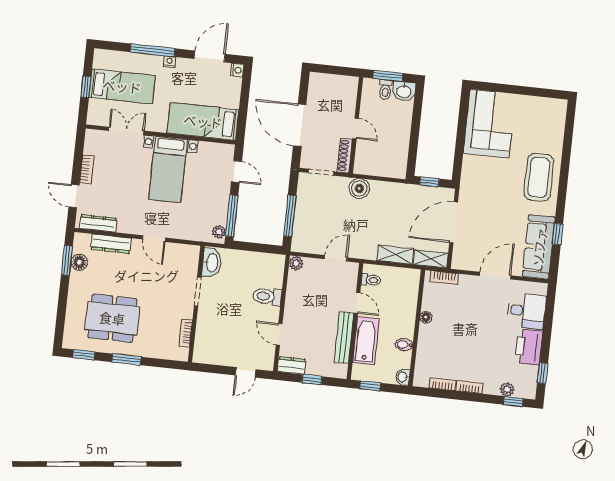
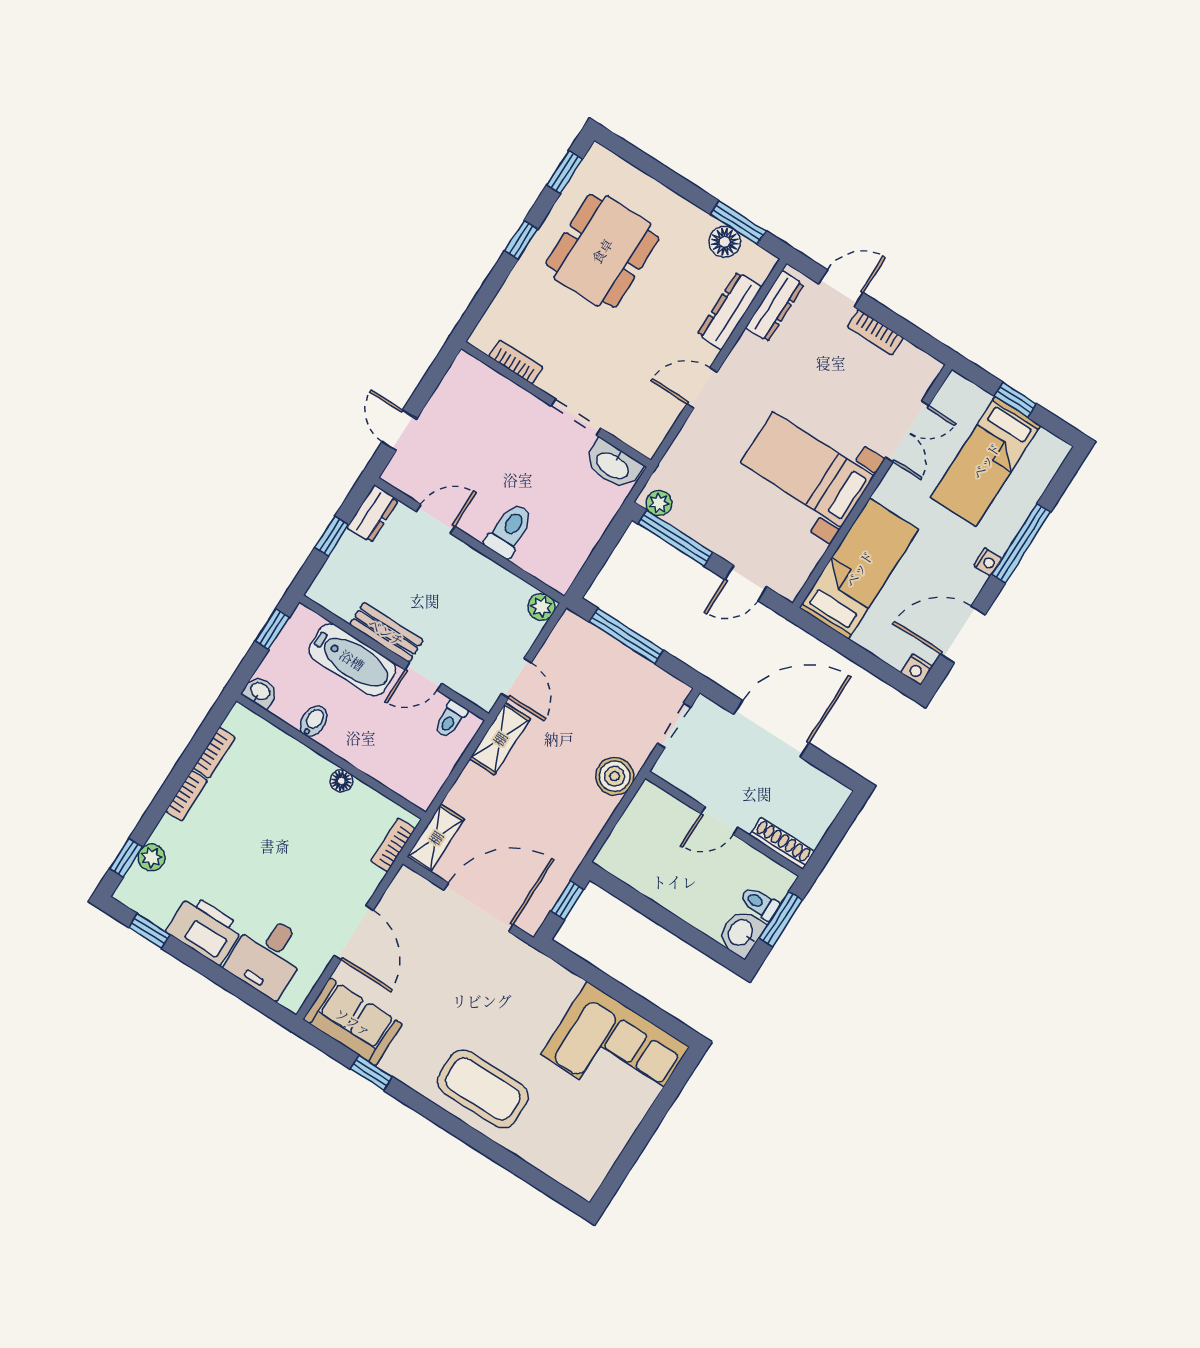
door: (210, 56) -> (963, 634), swing flipped
shoe rack: (345, 156) -> (782, 843), moved
door: (454, 222) -> (478, 907), hinge flipped
sofa: (539, 247) -> (353, 1022), width x0.73
shelving: (395, 255) -> (500, 739), moved
bench: (344, 338) -> (386, 632), width x0.73
window: (126, 359) -> (521, 240), width x0.67

